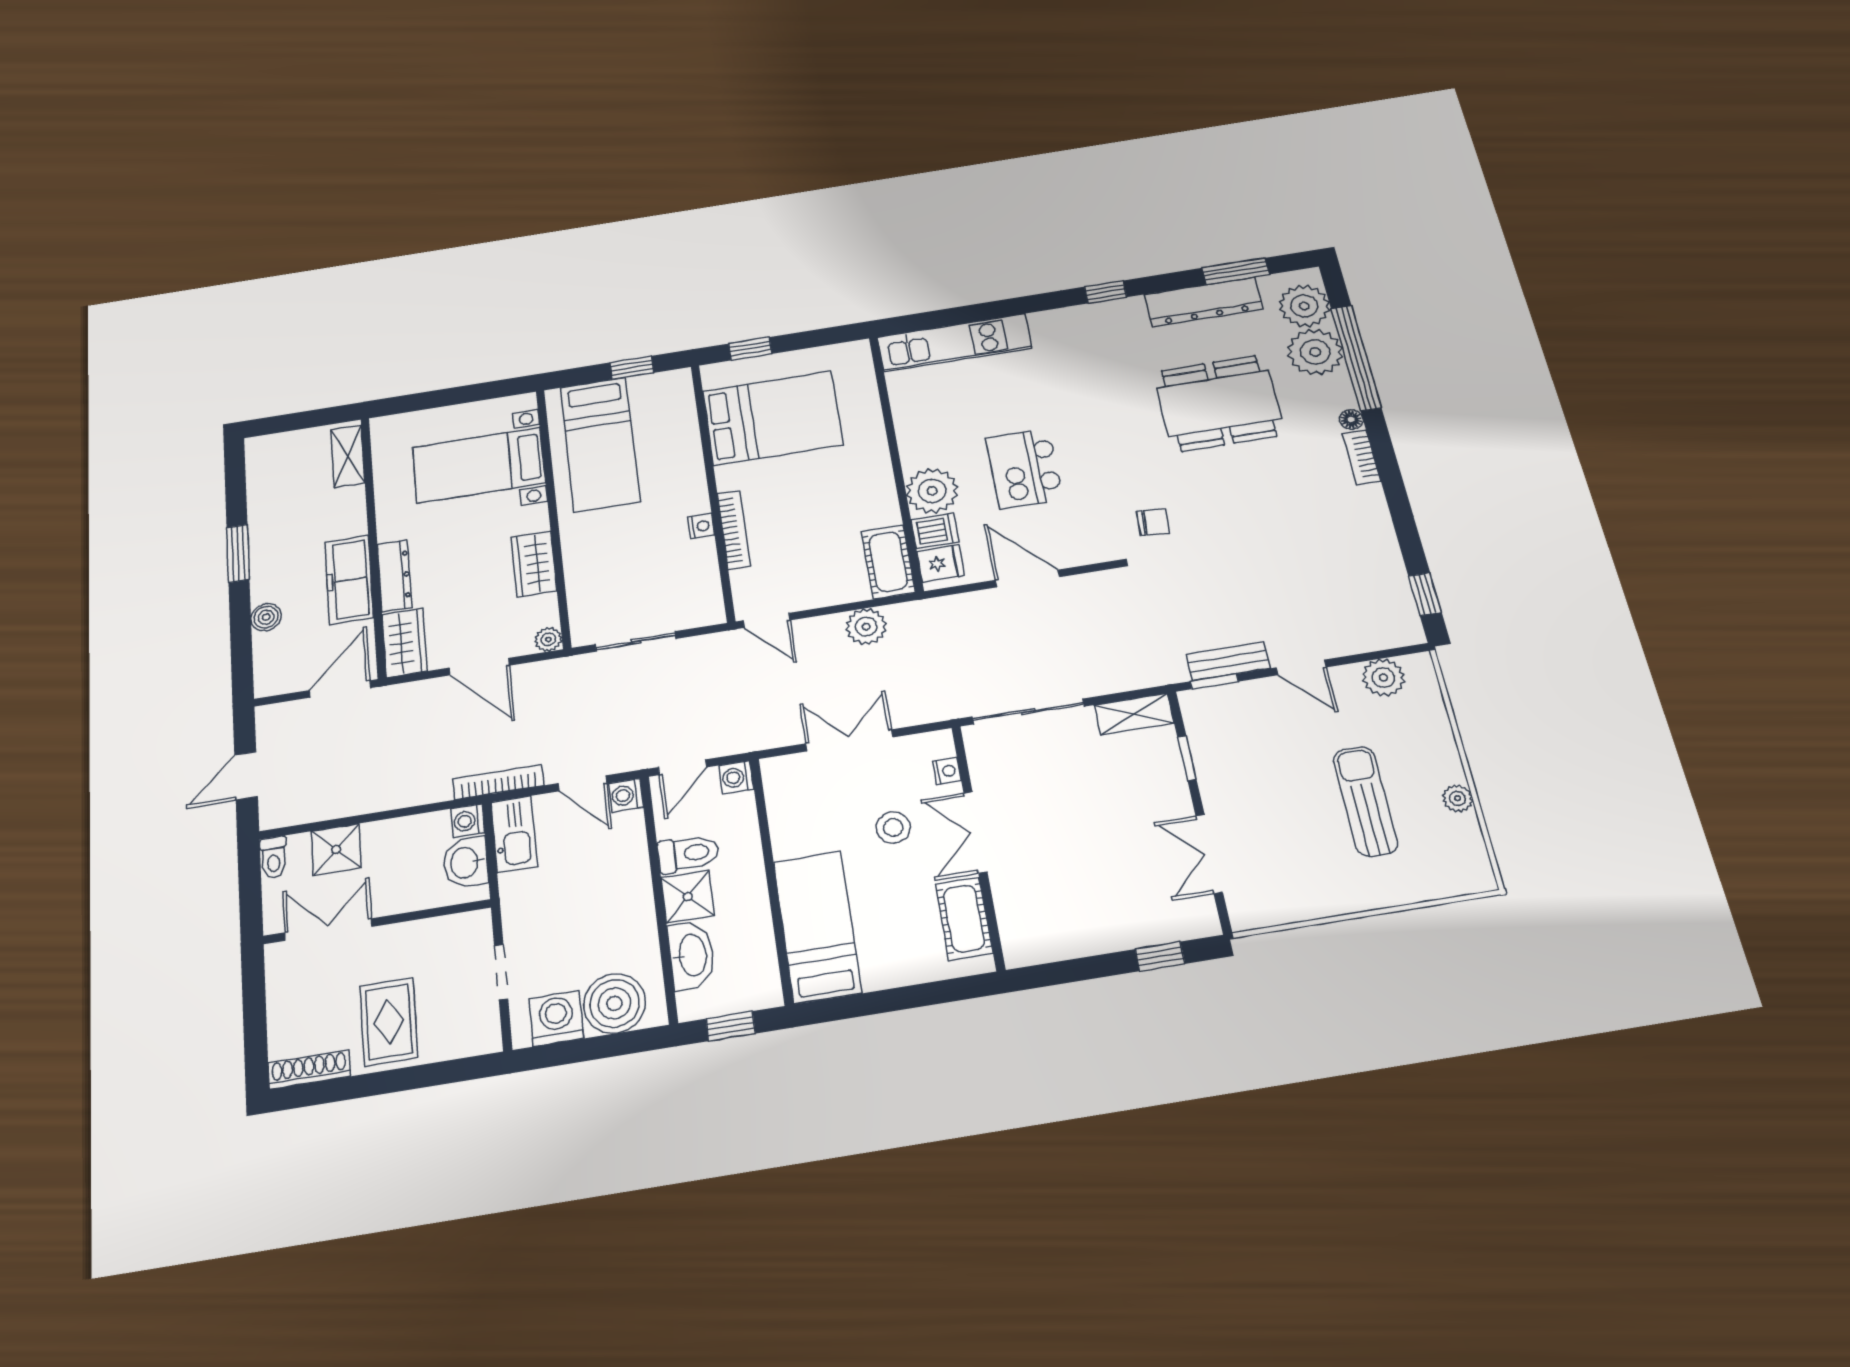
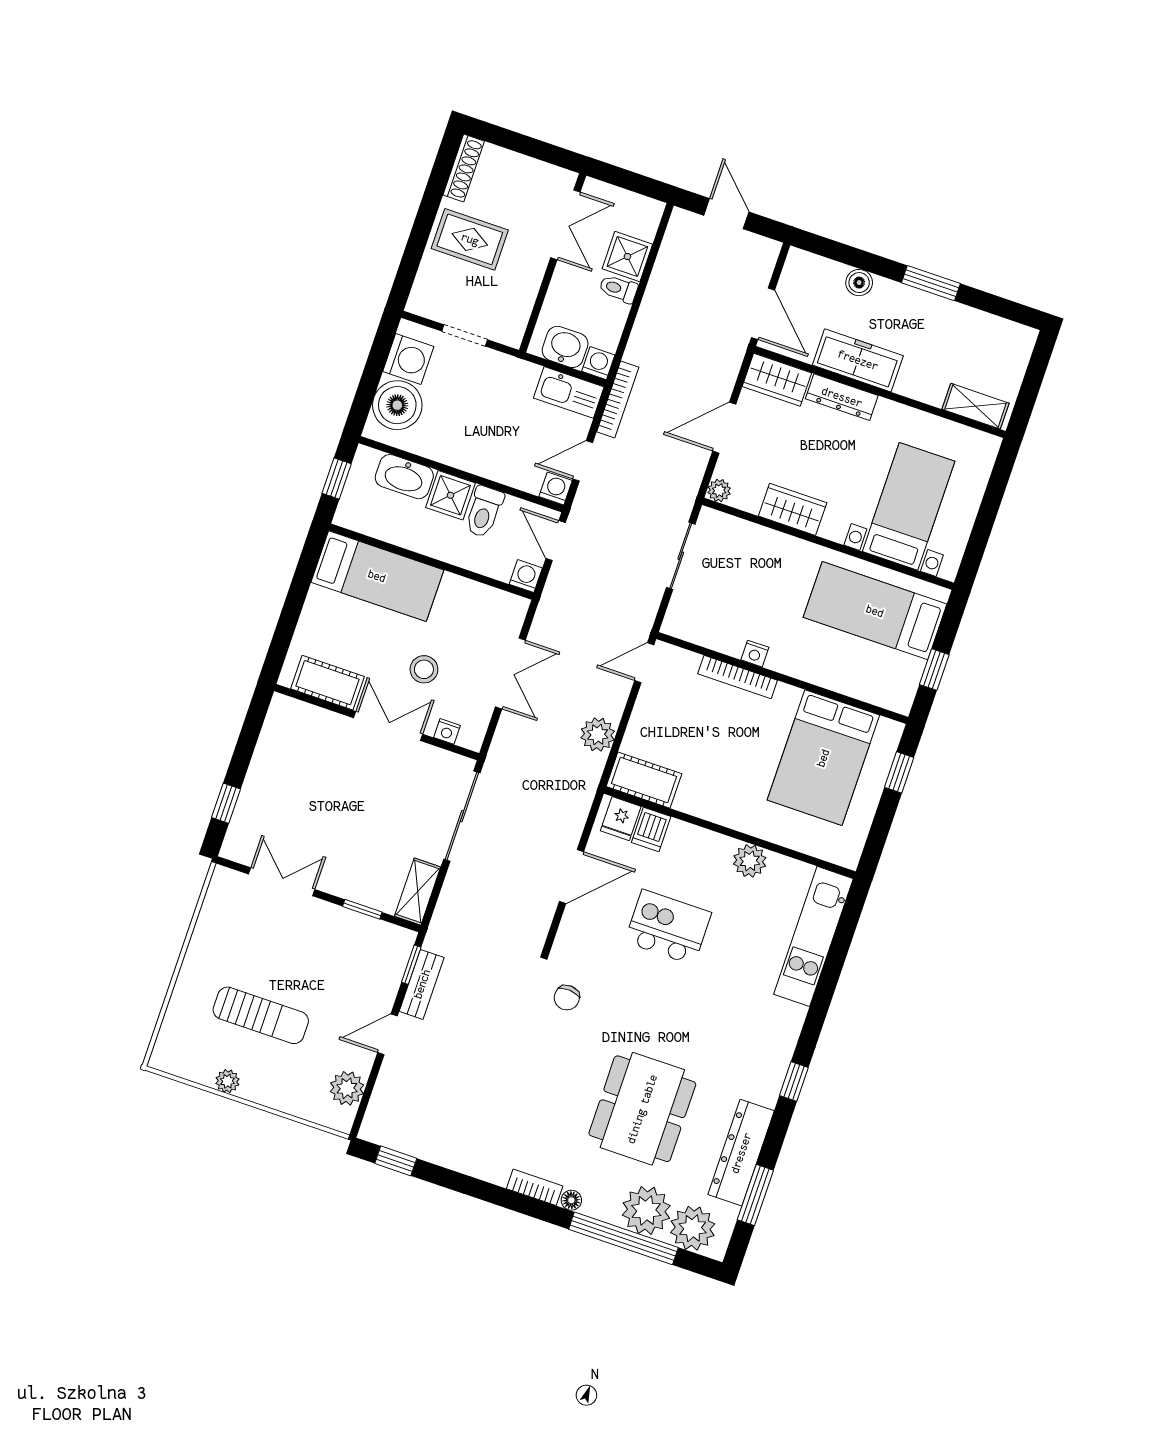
plant: (932, 491) -> (750, 861), moved, width x0.73, depth x0.73
toilet: (273, 858) -> (618, 289), moved

